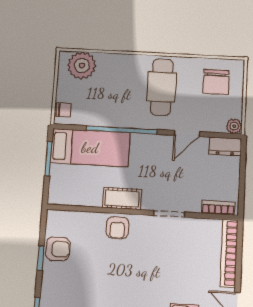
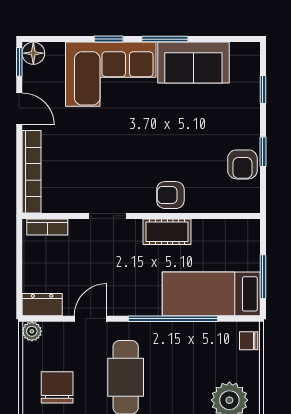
armchair: (117, 228) -> (170, 195), turned -90
armchair: (58, 249) -> (242, 164), turned -90

